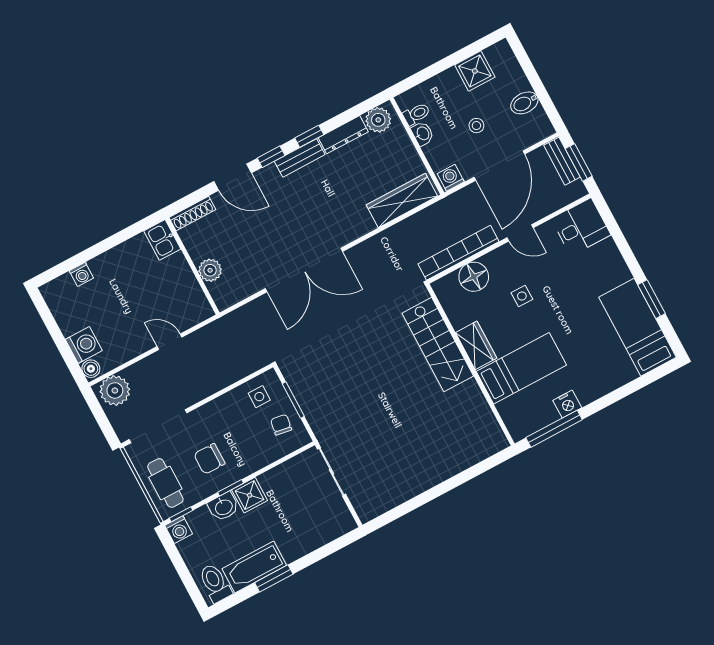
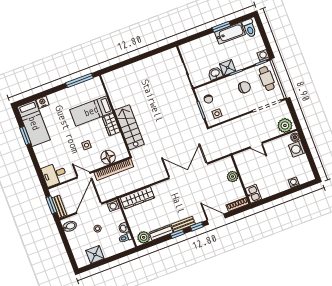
bidet: (524, 103) -> (70, 226), moved
nightstand: (567, 404) -> (43, 102), moved
washbasin: (223, 507) -> (215, 73), moved

